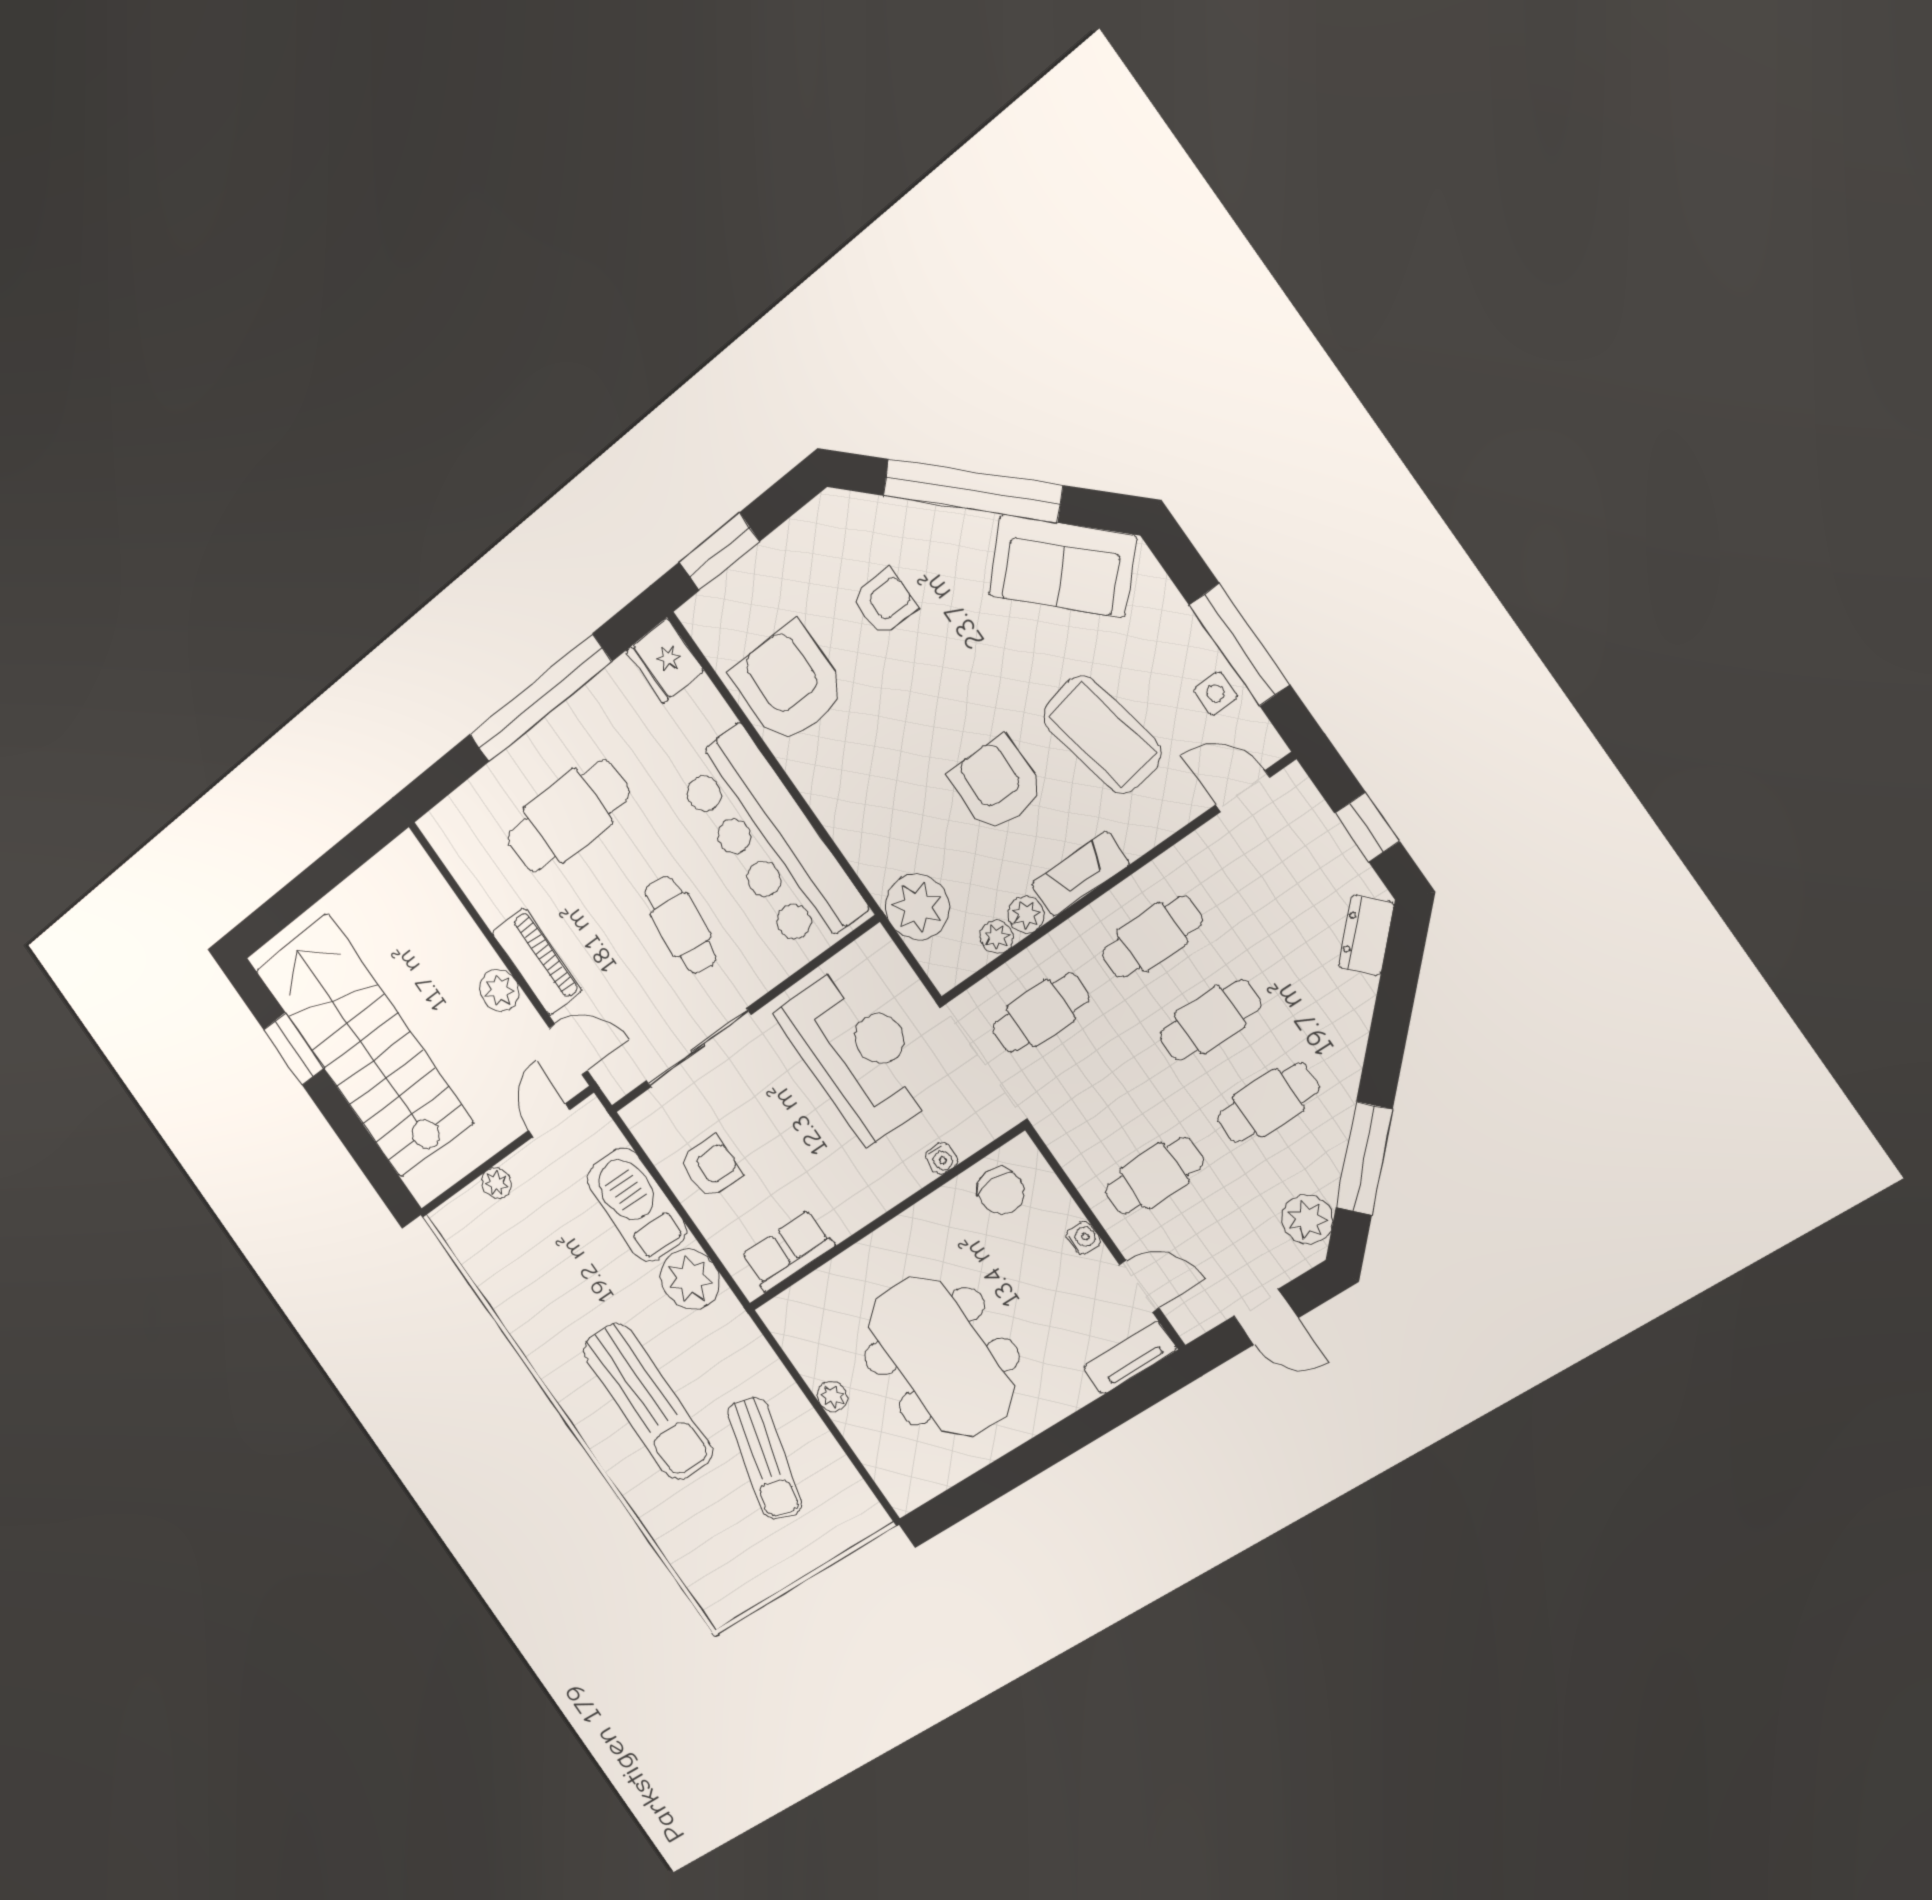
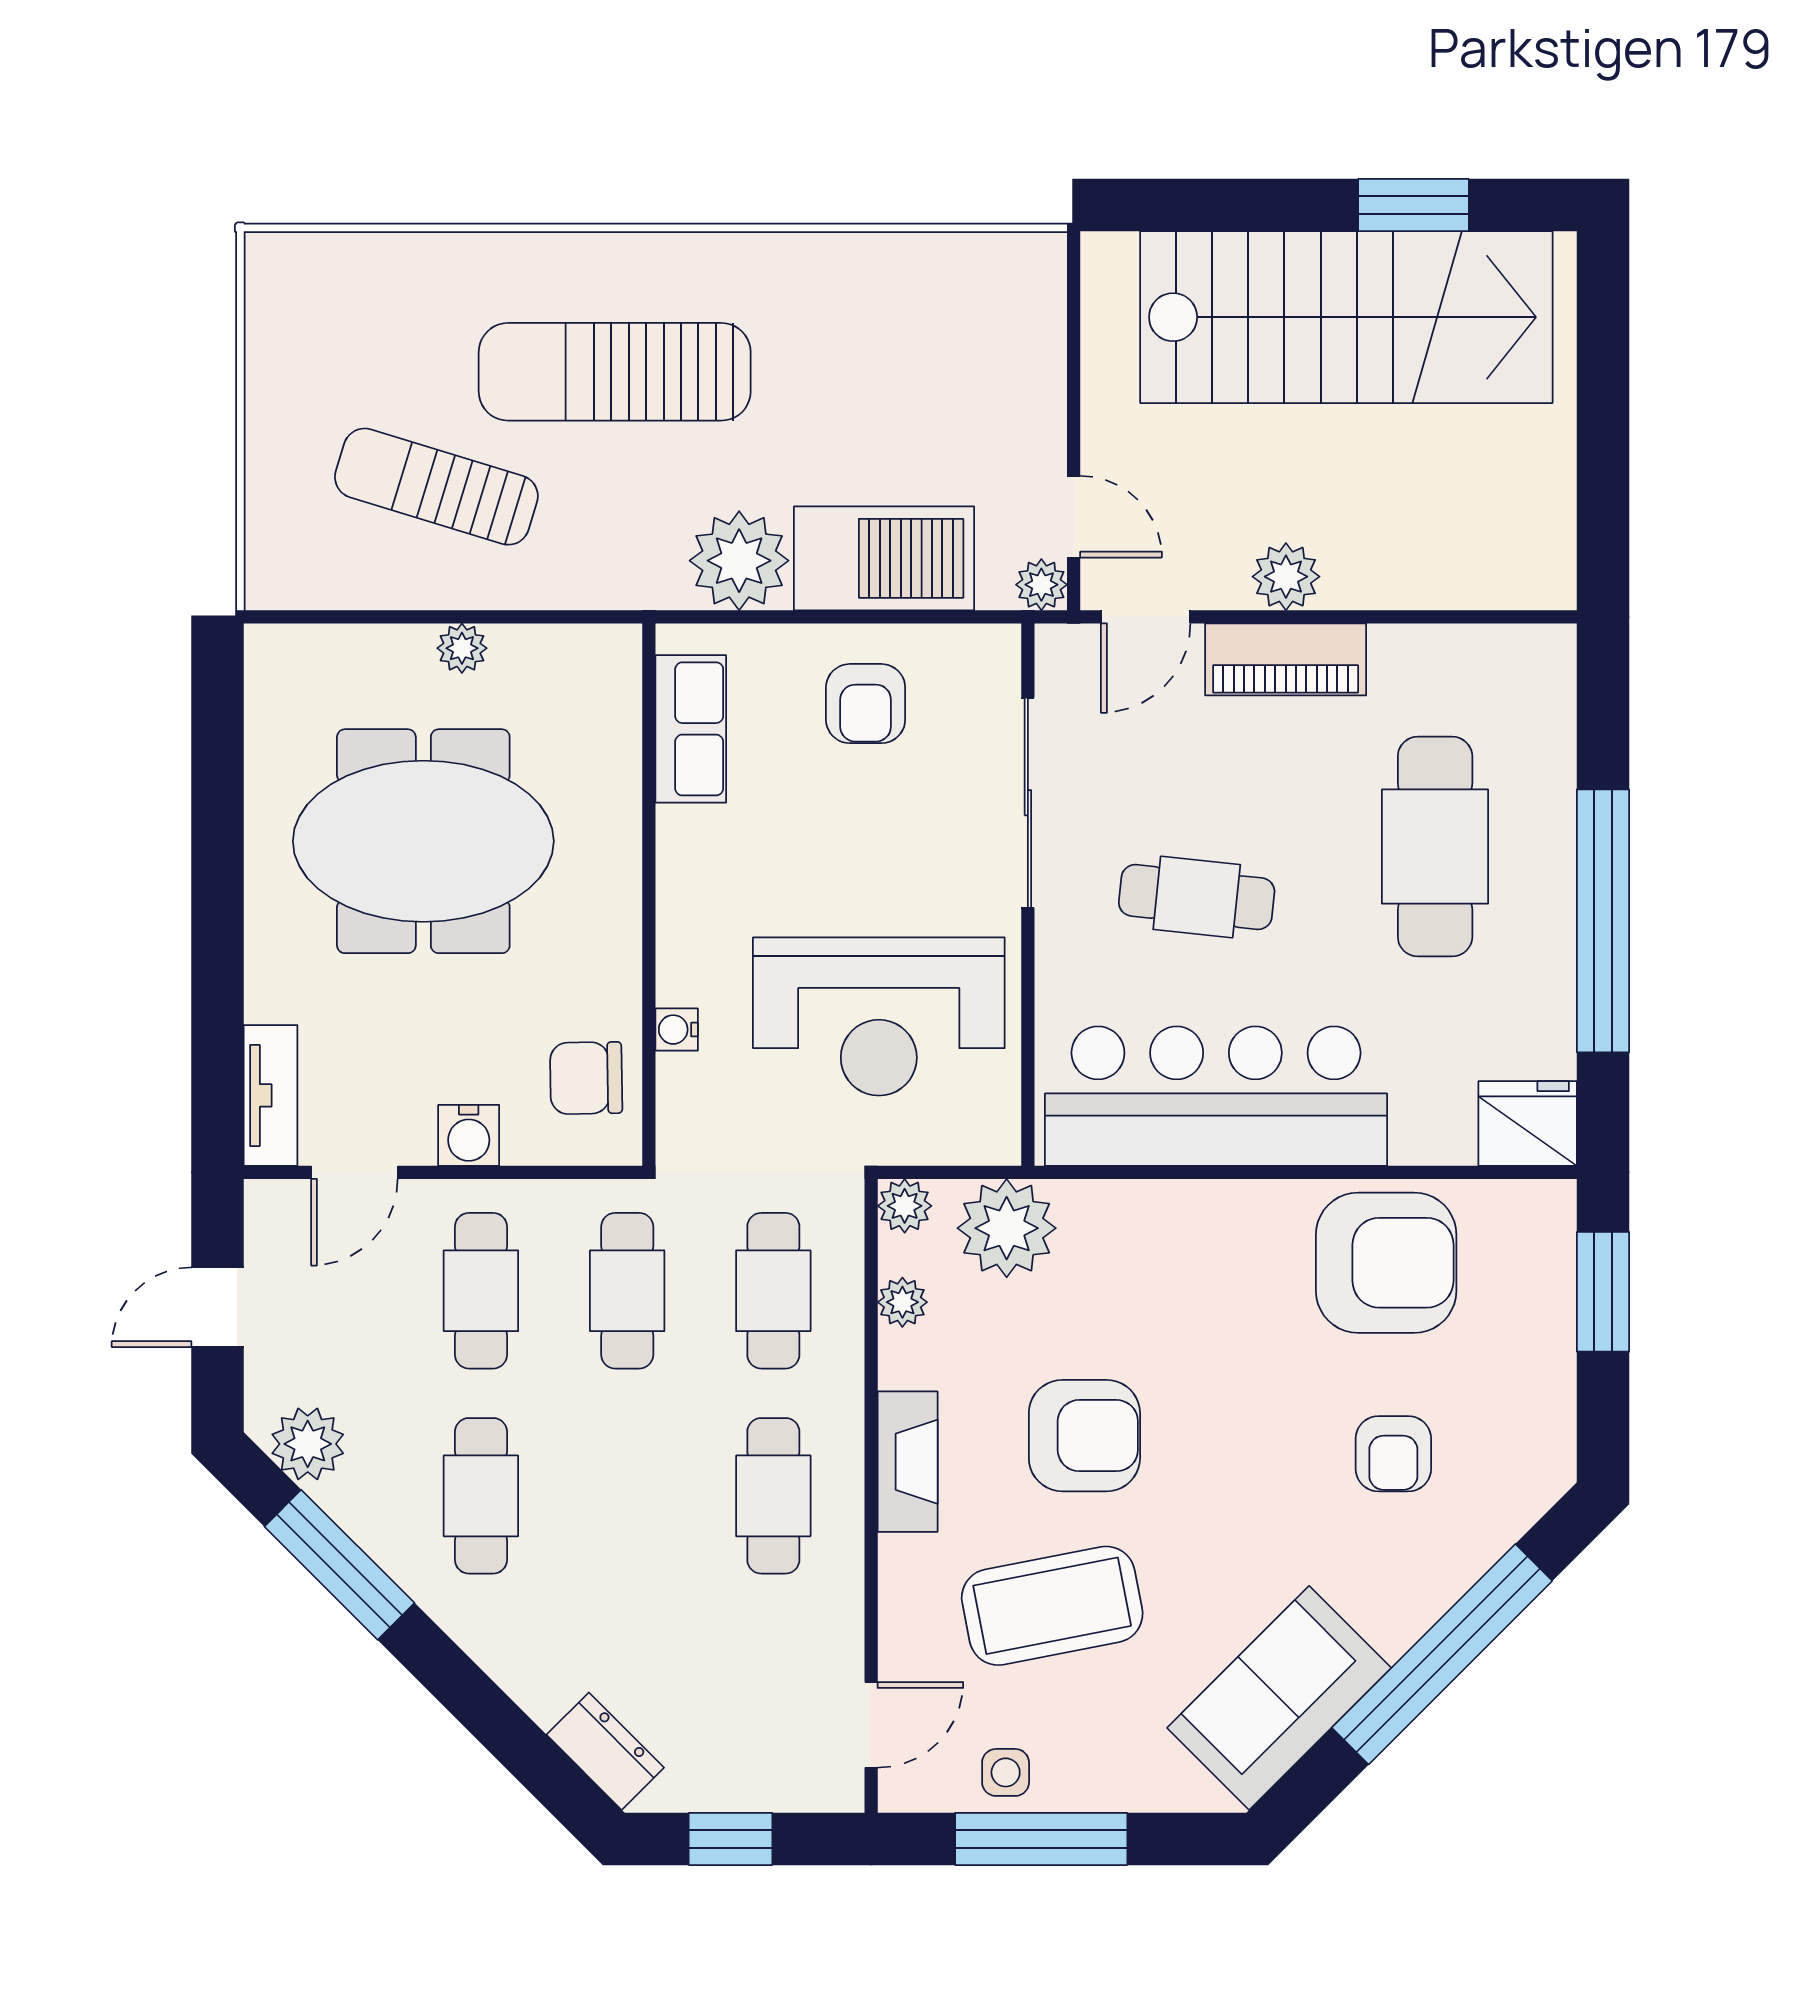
plant: (1026, 915) -> (905, 1206), moved
cafe table: (1210, 1020) -> (627, 1291), moved
plant: (497, 1183) -> (1041, 585), moved
water cooler: (1083, 1238) -> (469, 1135), width x1.38, depth x1.38

